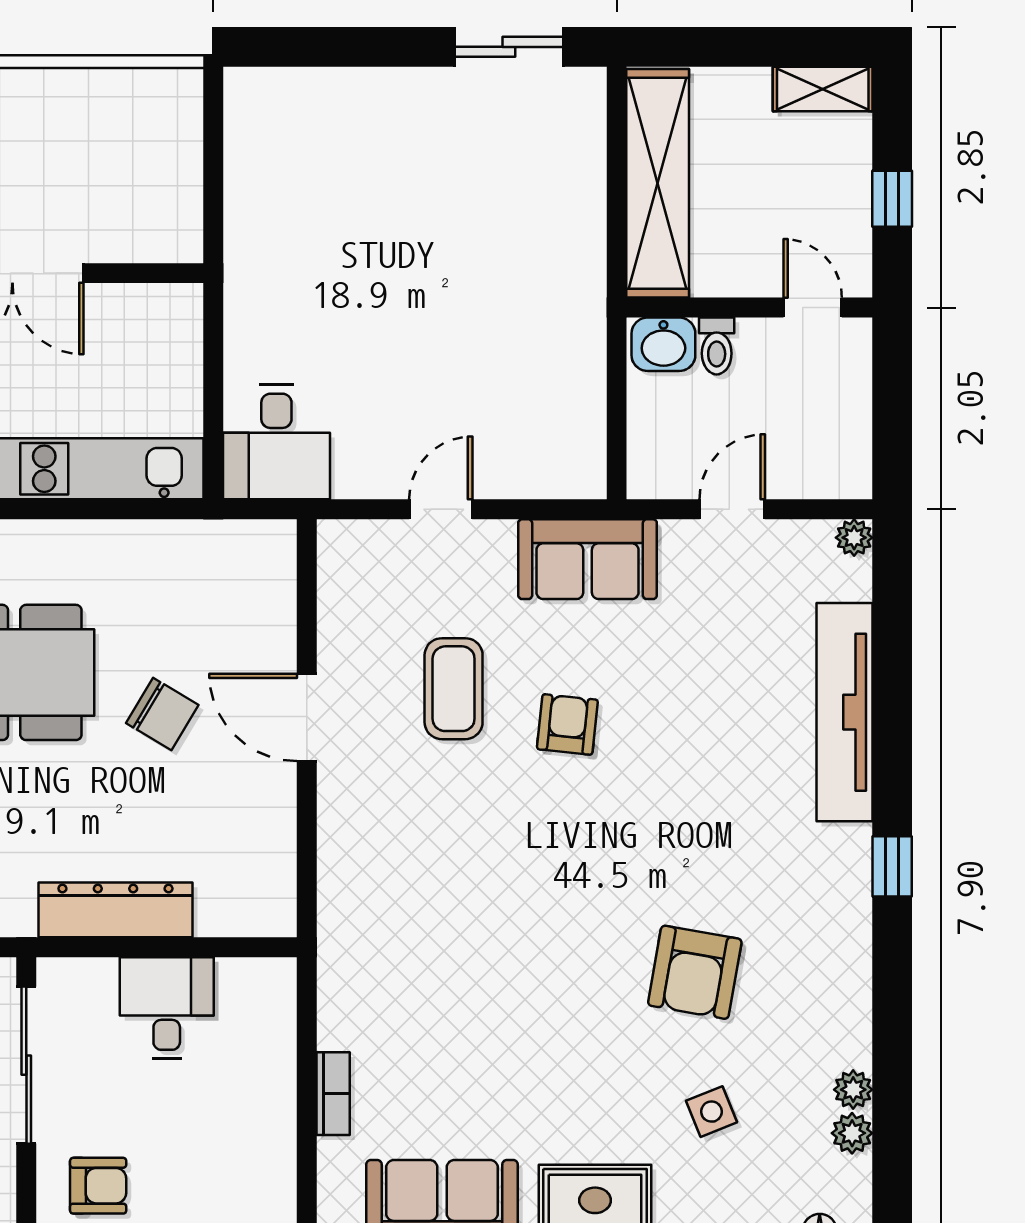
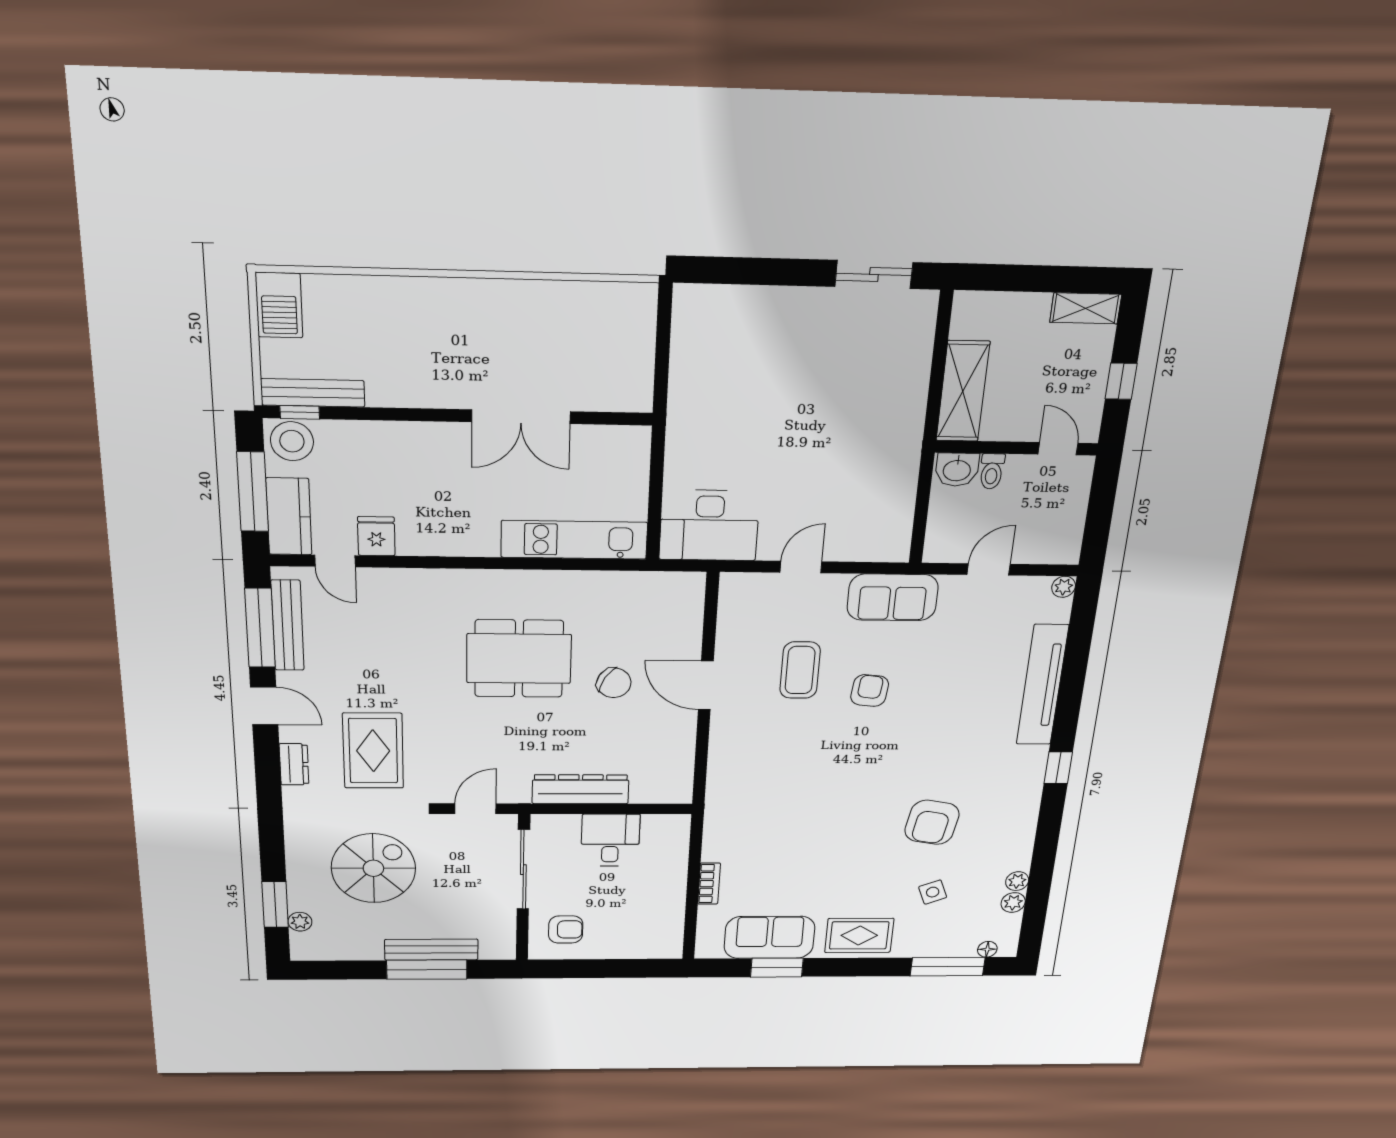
shelving: (658, 183) -> (963, 391), width x0.68
desk: (276, 442) -> (709, 525), width x1.37

